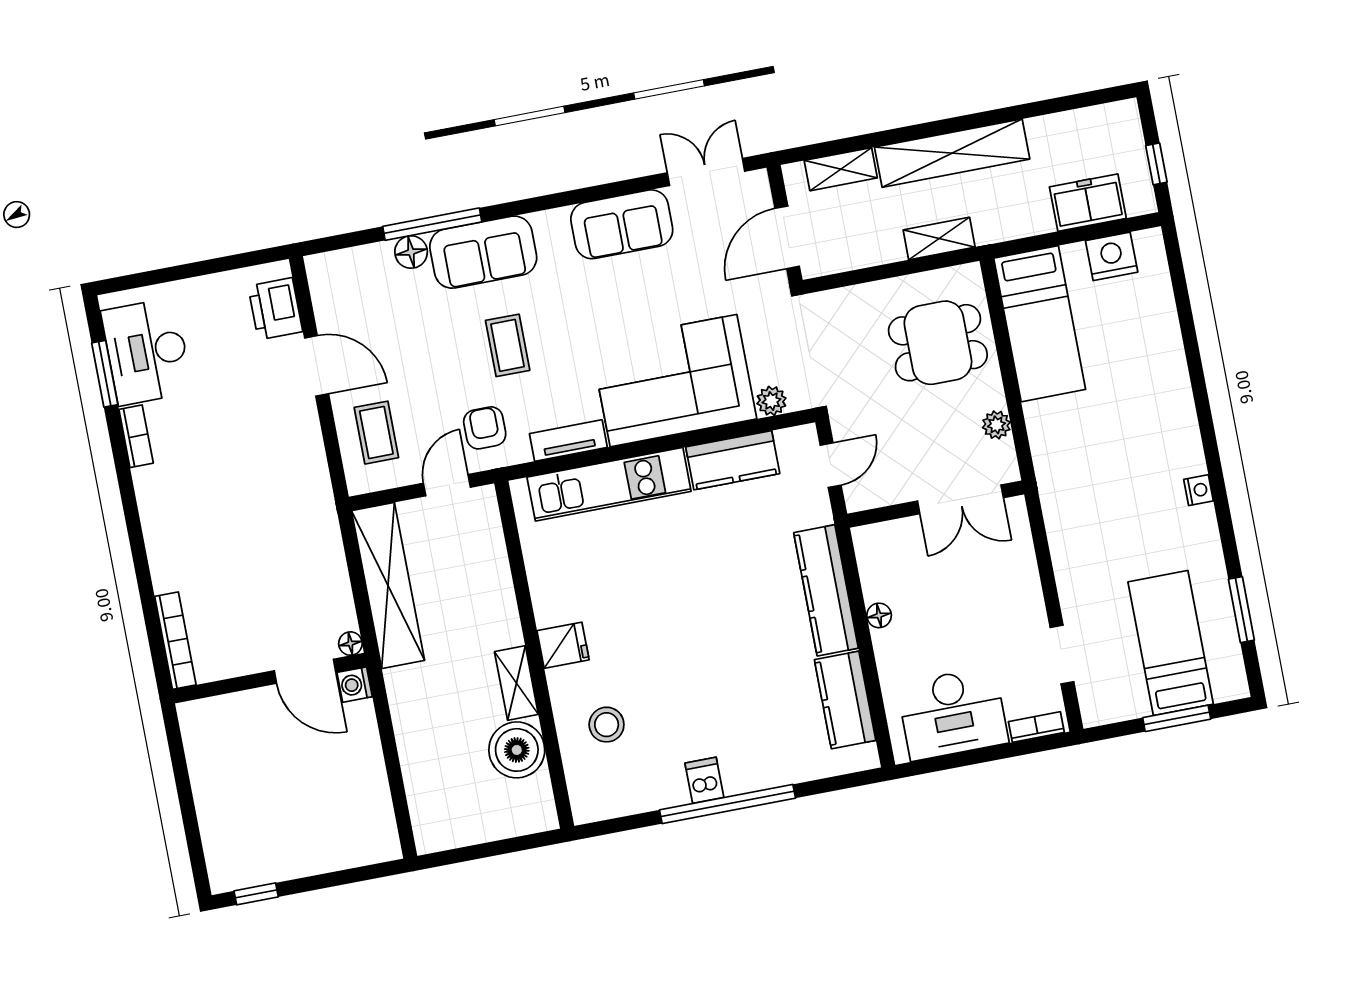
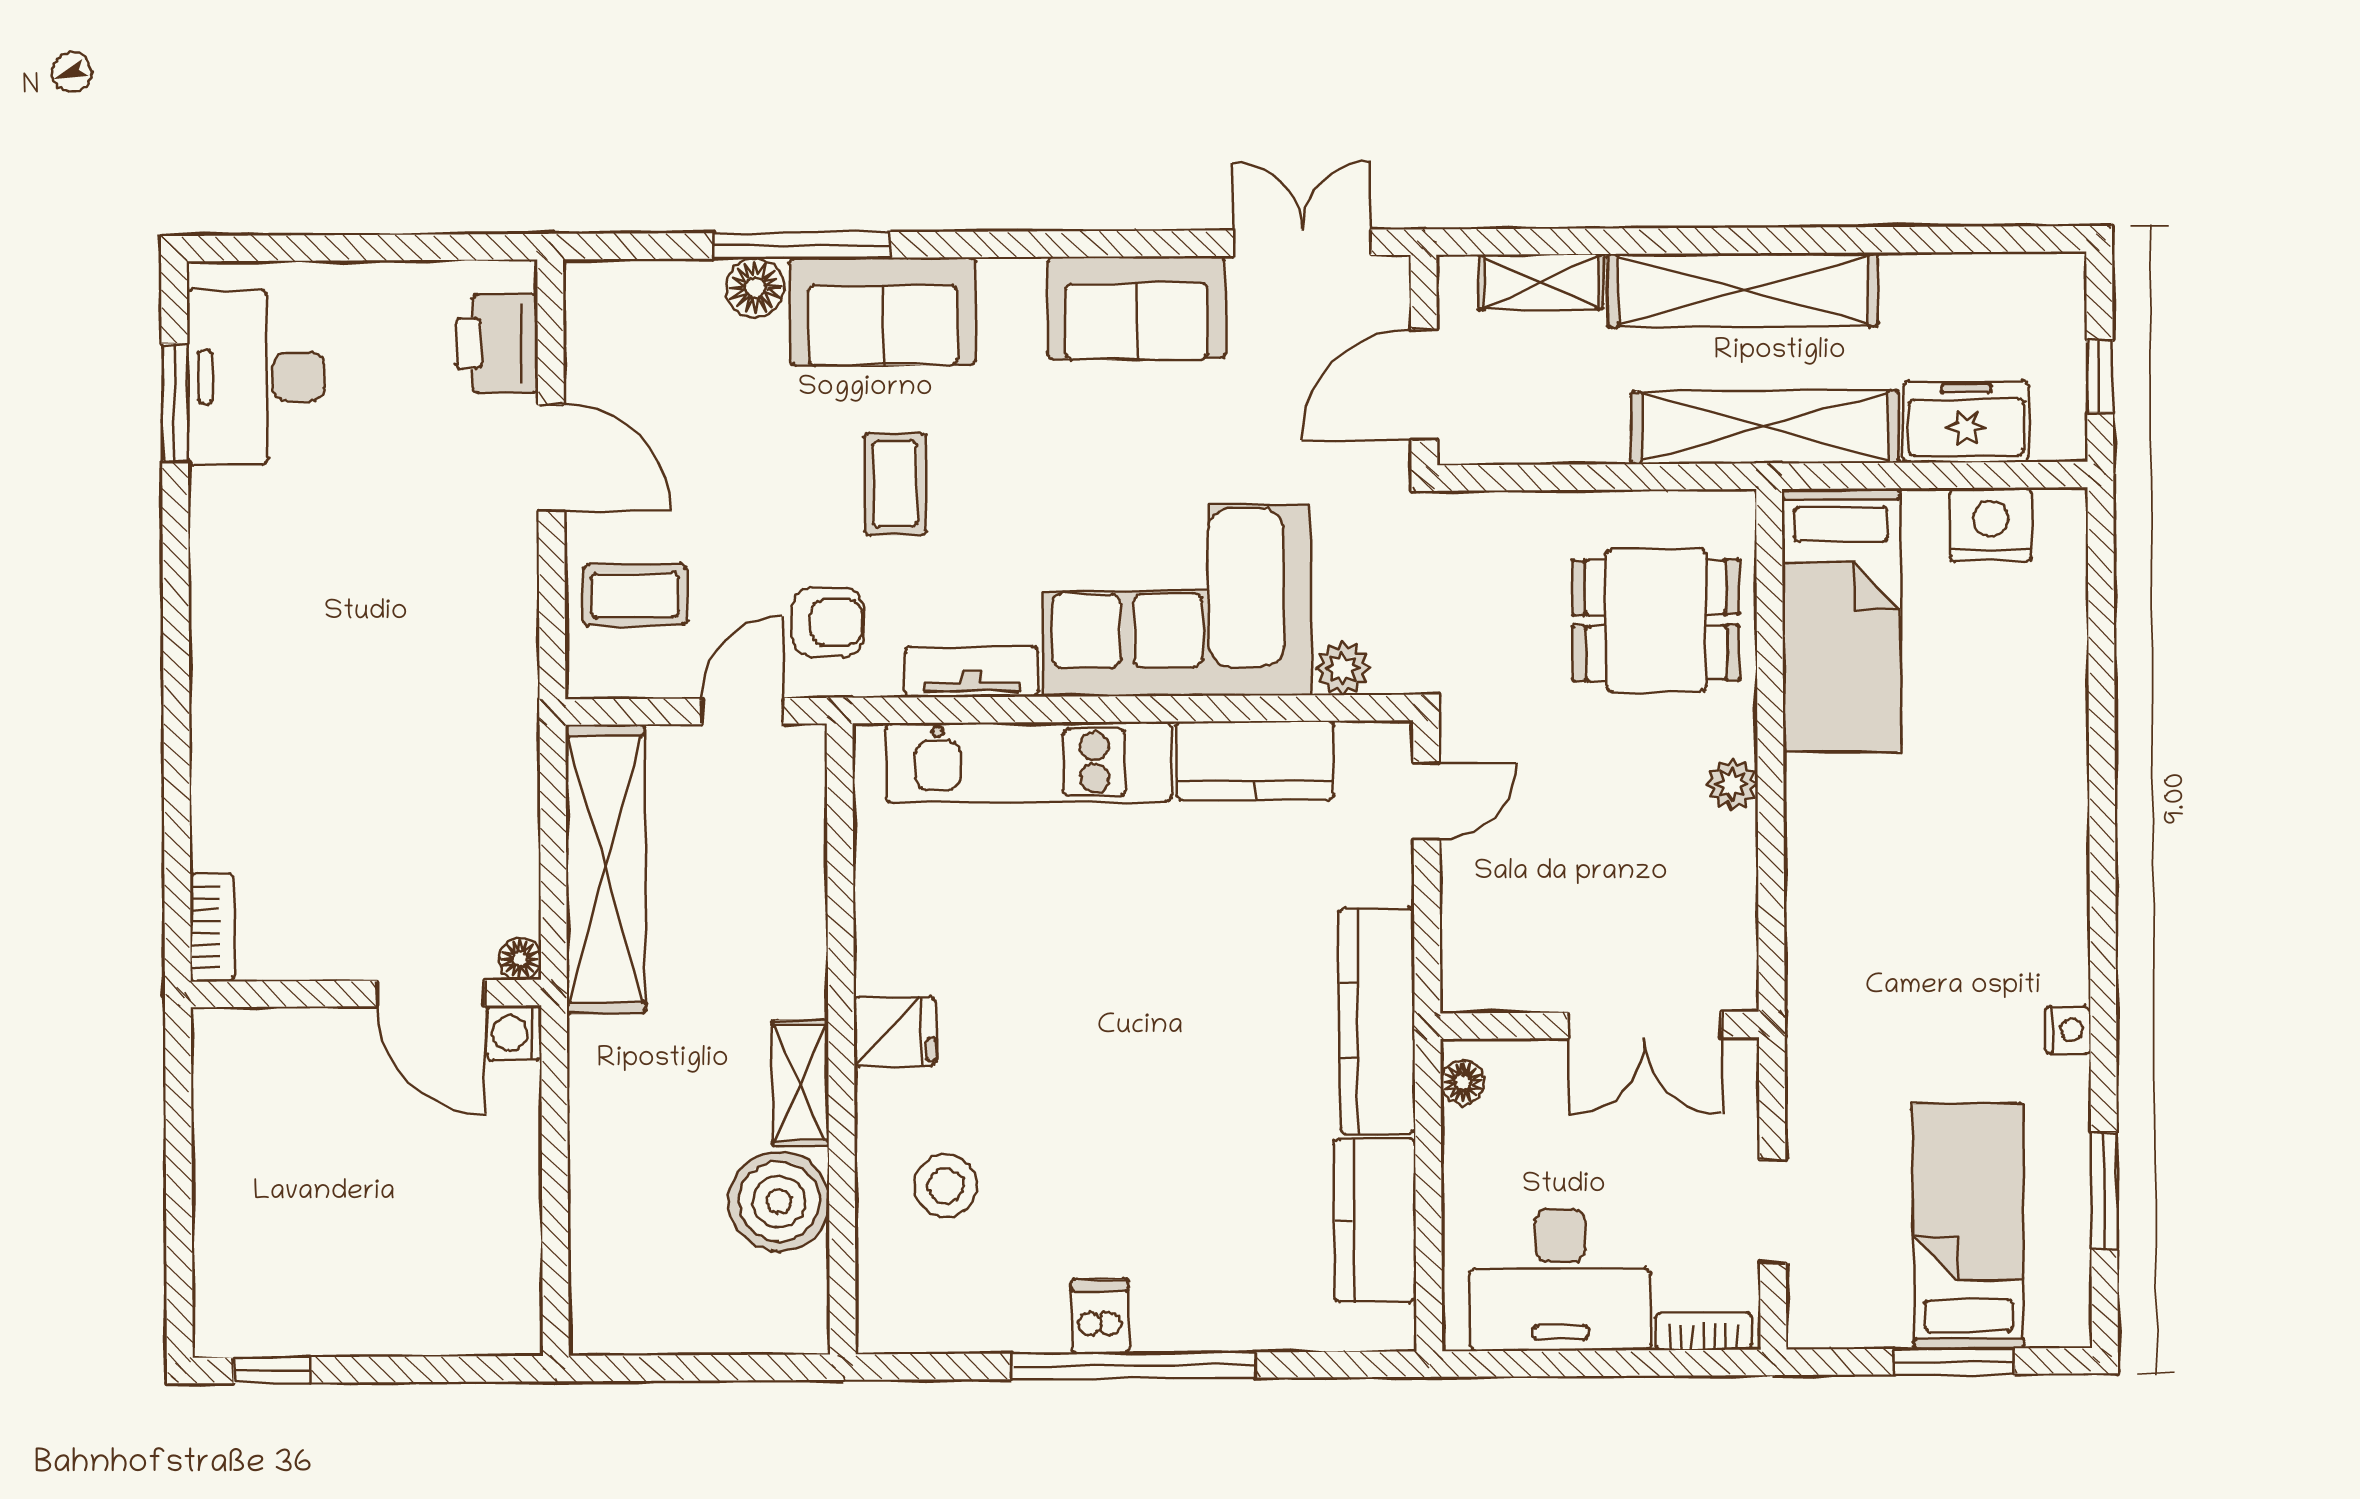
shelving: (939, 238) -> (1765, 427), width x2.20, depth x1.33
armchair: (485, 428) -> (828, 622), turned 90
coffee table: (376, 433) -> (635, 595), turned 90
bookcase: (136, 436) -> (209, 523), removed
nightstand: (1198, 490) -> (2068, 1030), moved
double door: (960, 499) -> (1645, 1025), moved
wall: (936, 504) -> (1600, 1025), moved
bookcase: (175, 641) -> (212, 927), width x0.64

